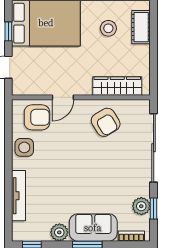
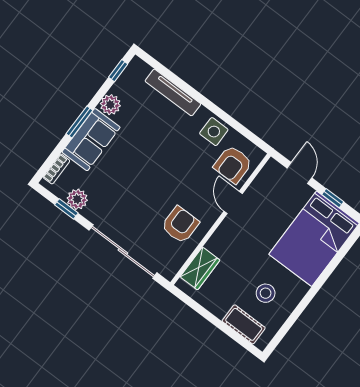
wardrobe: (117, 86) -> (200, 268), width x0.67
armchair: (106, 122) -> (180, 225), turned 121

